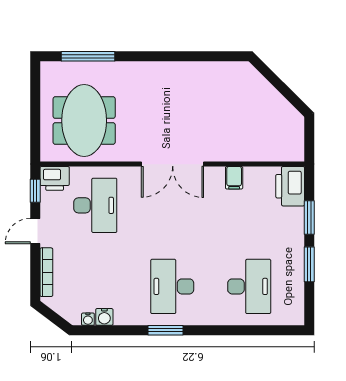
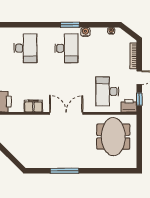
window: (88, 56) -> (65, 171), moved
filing cabinet: (234, 178) -> (33, 106), width x2.00
desk: (249, 286) -> (25, 48), turned 180
water cooler: (104, 317) -> (86, 32), moved

